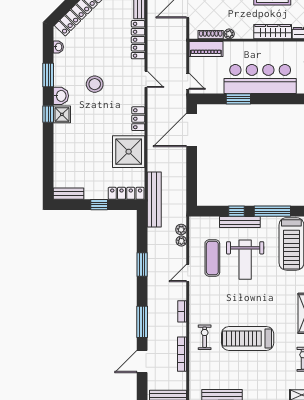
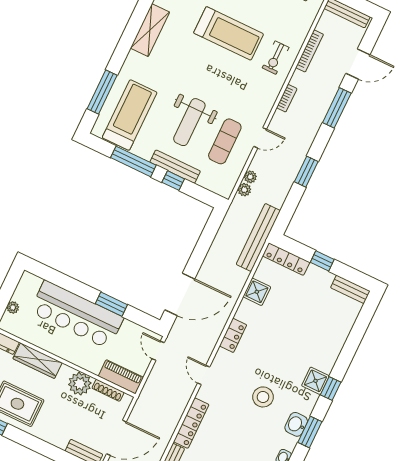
plant: (229, 34) -> (80, 384), width x1.88, depth x1.88
washbasin: (61, 96) -> (296, 424), moved
shower: (129, 152) -> (257, 292), width x0.54, depth x0.54
weight bench: (245, 260) -> (189, 122), turned 180

